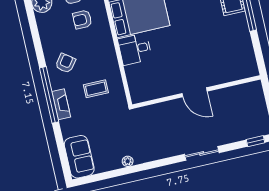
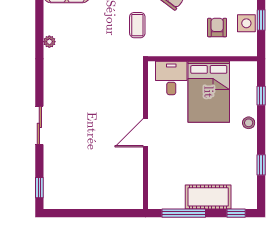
door: (195, 92) -> (145, 133), moved
wall: (197, 92) -> (145, 135), moved

